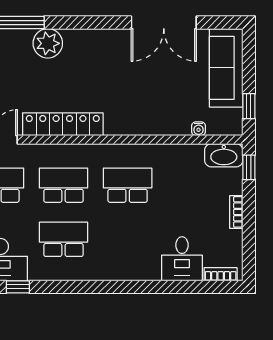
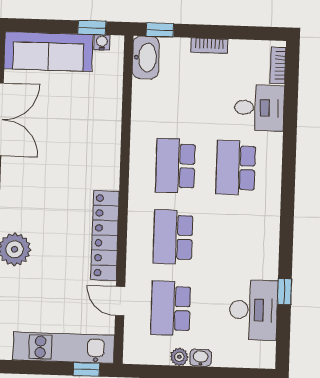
water cooler: (199, 129) -> (102, 42), moved, turned -90
school desk: (64, 239) -> (236, 168), moved

